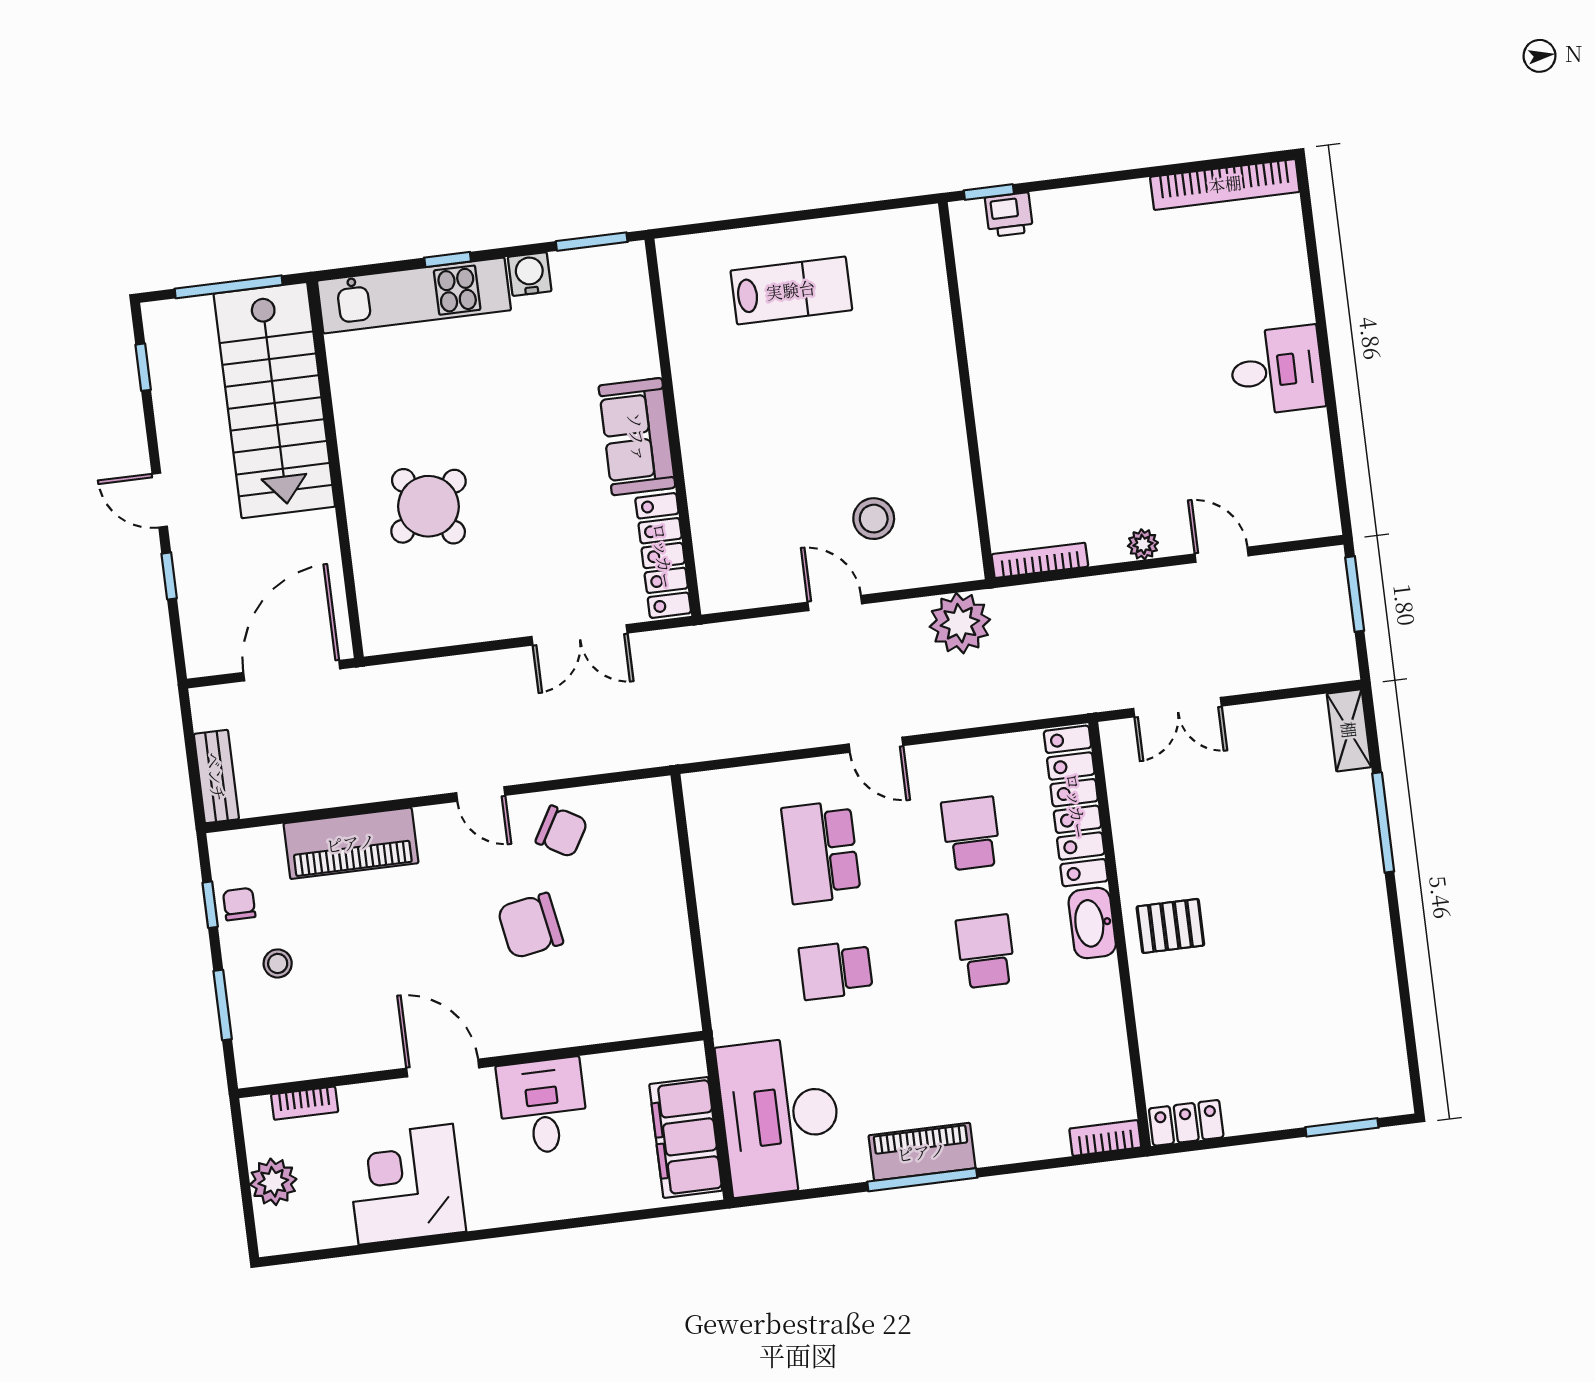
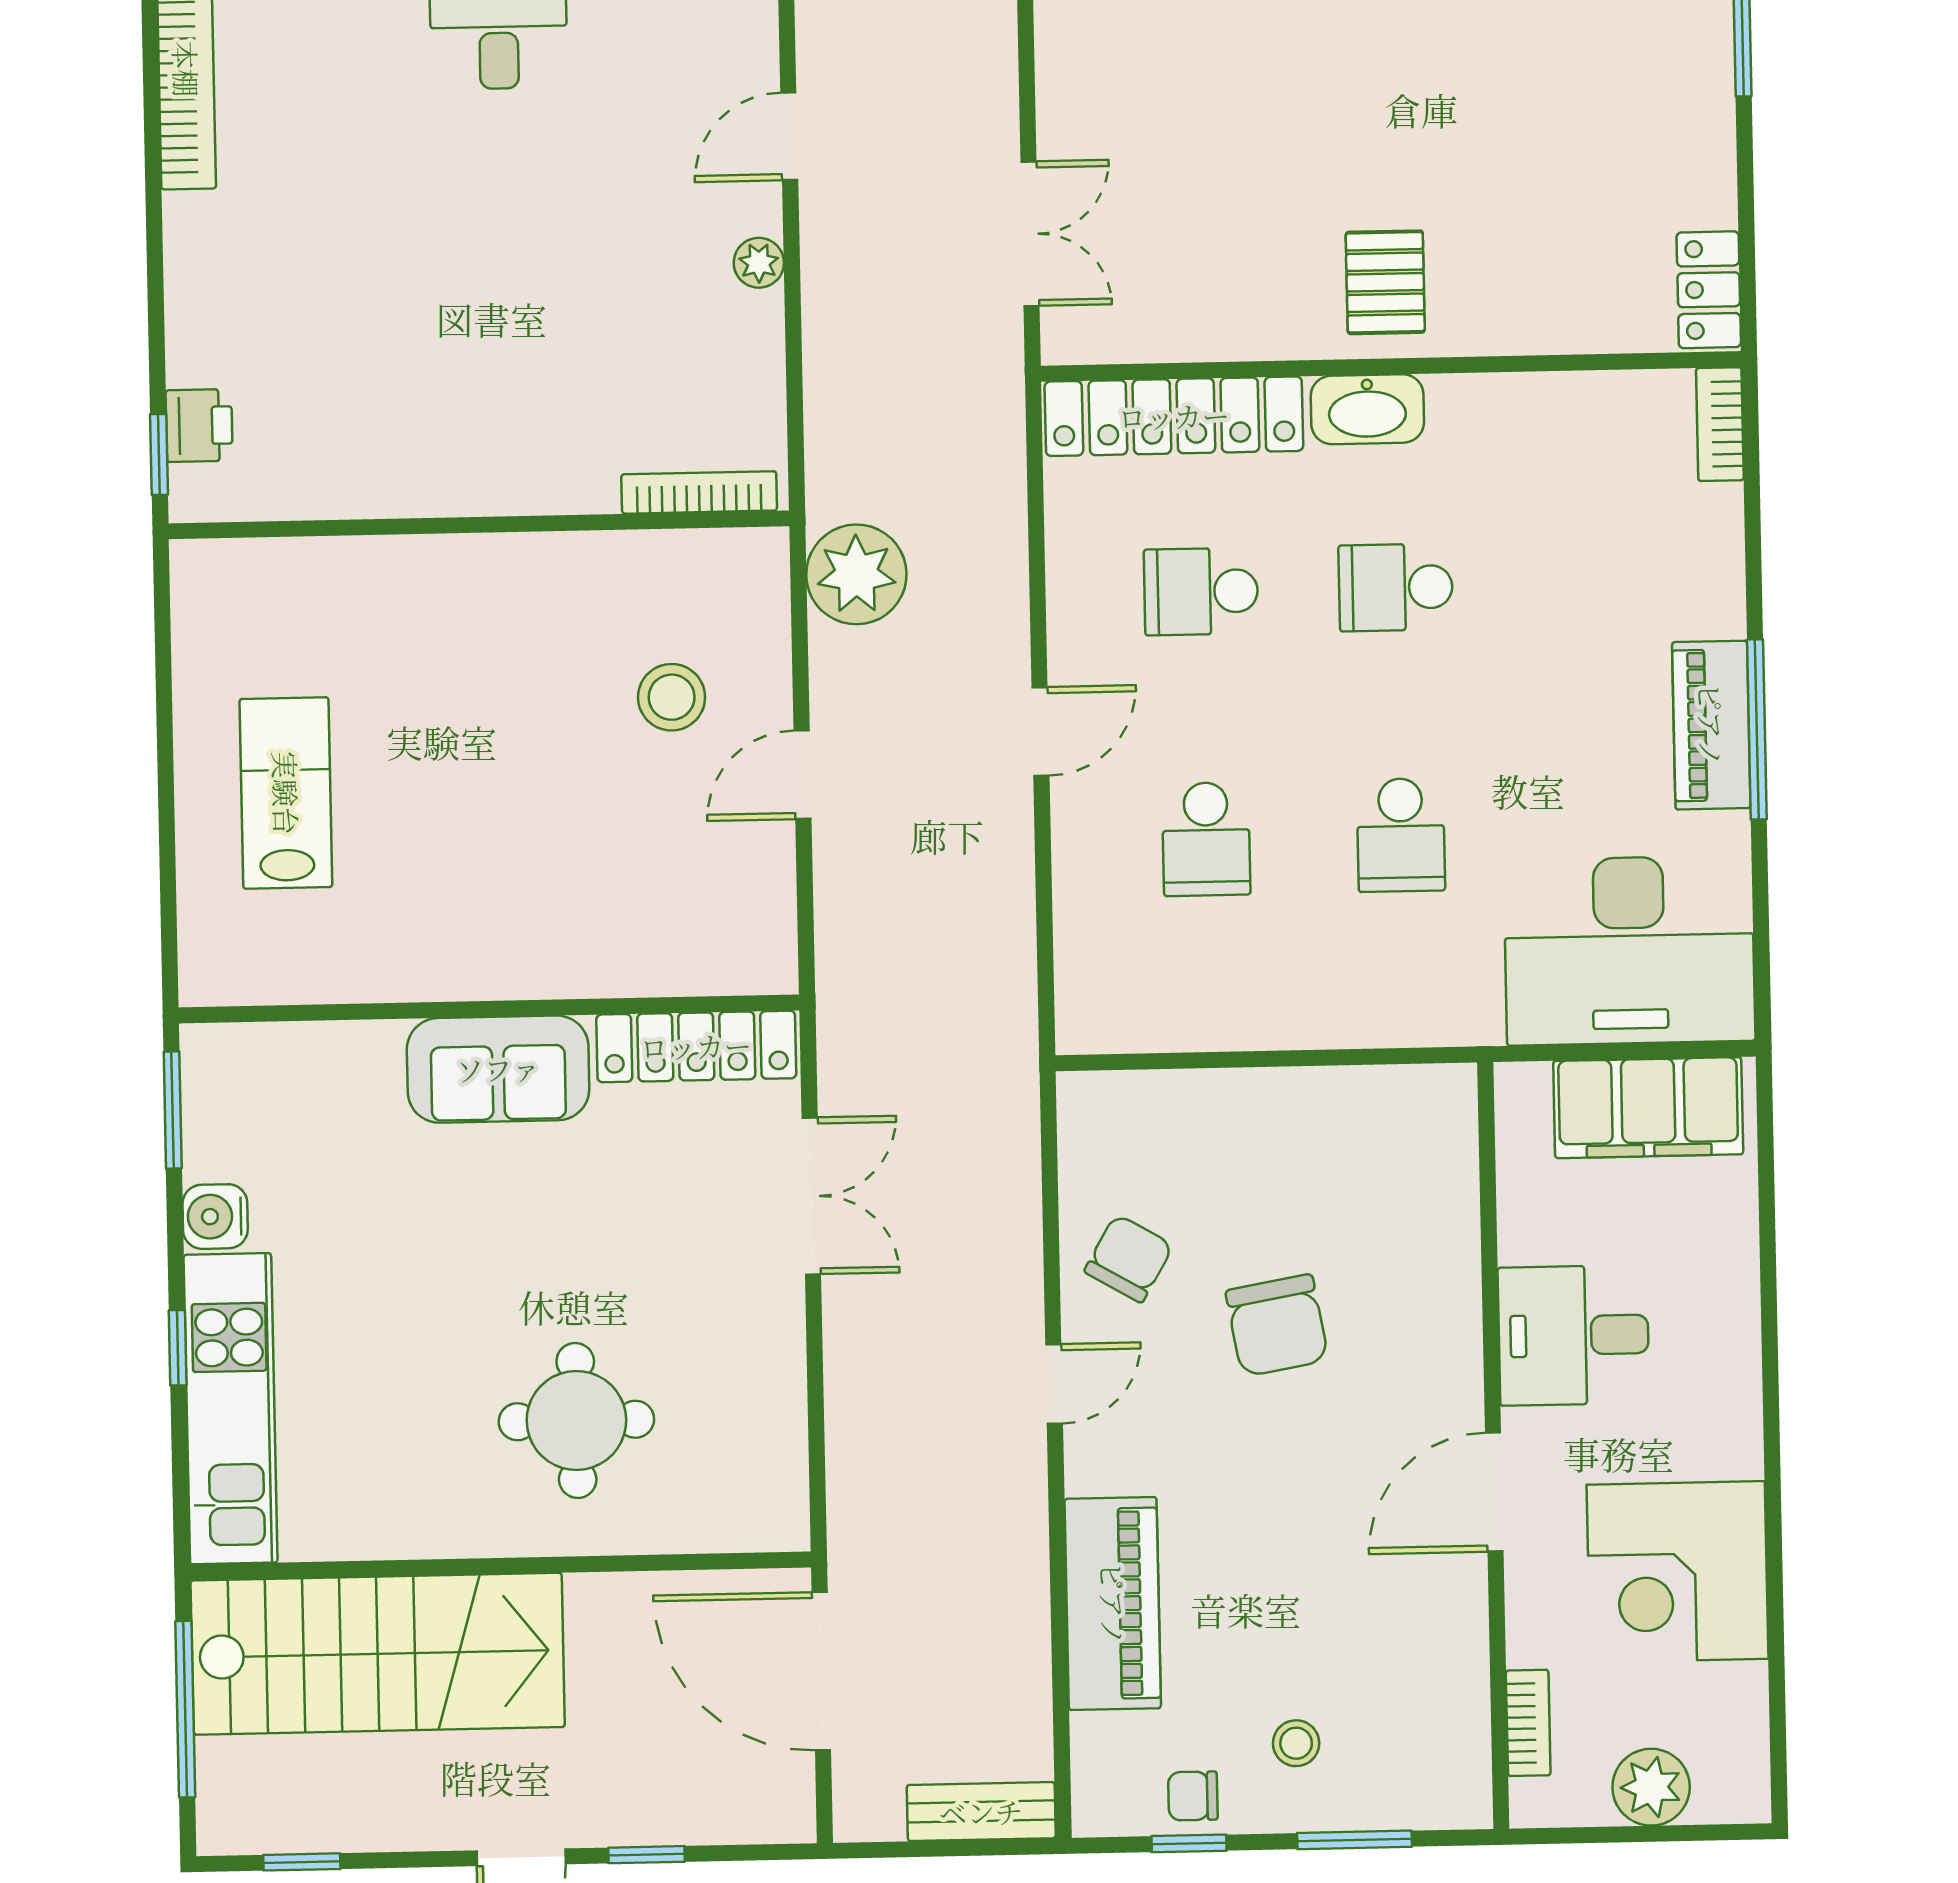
round table: (428, 506) -> (576, 1420), turned 37
bookcase: (1040, 560) -> (699, 492), moved, turned 90
school desk: (821, 852) -> (1206, 839), width x0.54

